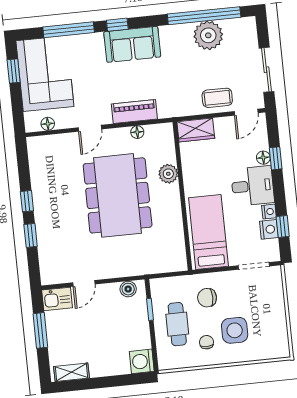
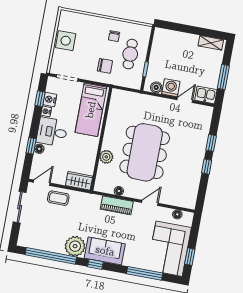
window: (117, 25) -> (95, 264), moved
plant: (208, 35) -> (75, 246), moved
side table: (235, 330) -> (66, 41), moved
washing machine: (142, 361) -> (171, 88), moved, turned -90

